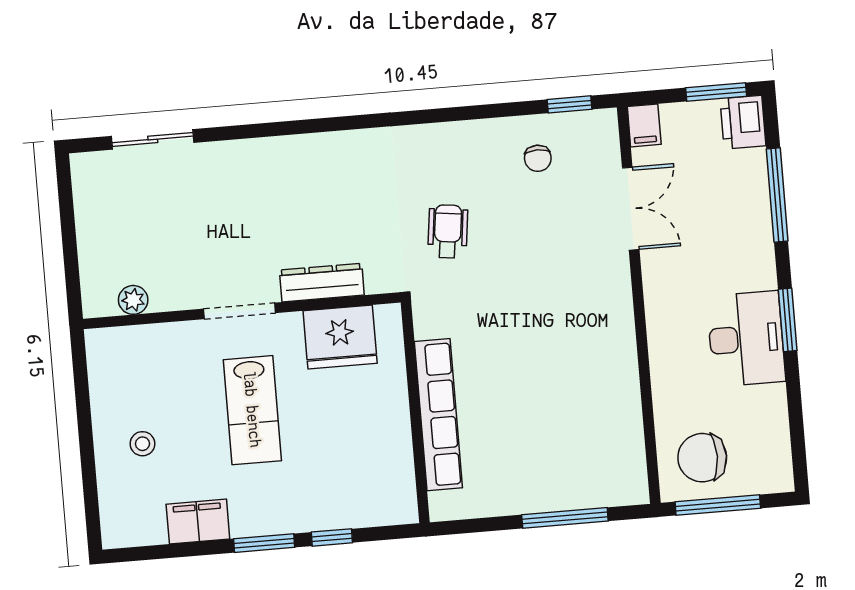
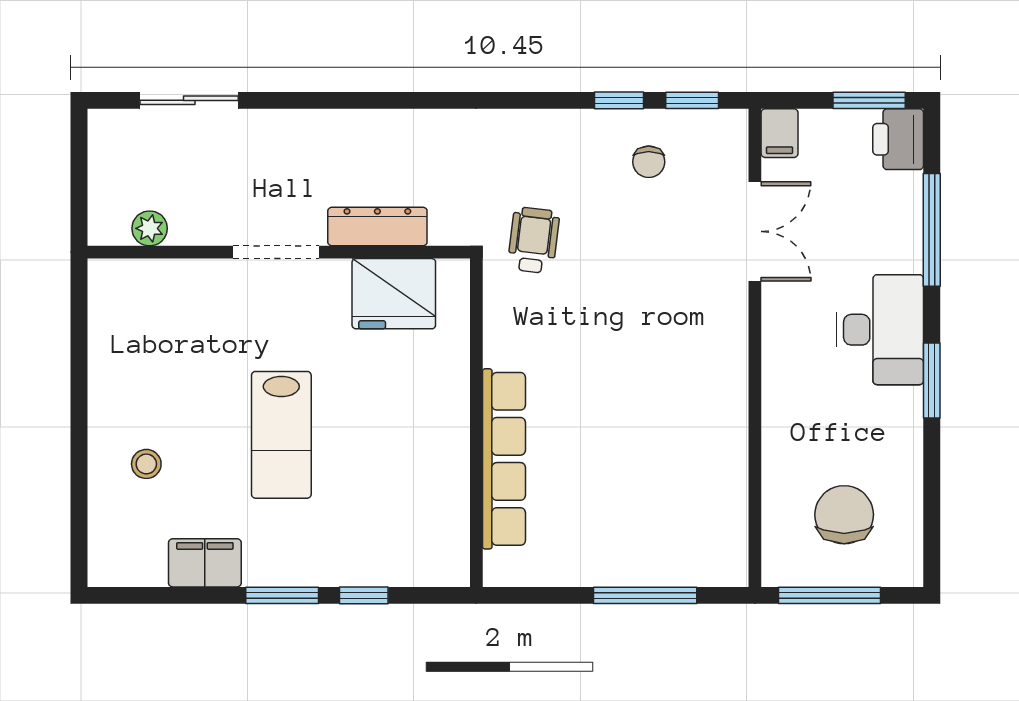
window: (509, 109) -> (619, 100), added
dresser: (322, 283) -> (377, 227), moved
plant: (133, 300) -> (150, 228), moved
doorway: (240, 311) -> (276, 252), moved
wall: (242, 311) -> (279, 252), moved
fridge: (340, 337) -> (394, 294), moved
desk: (746, 339) -> (880, 330), moved
chair: (702, 458) -> (844, 515), moved, turned 90

